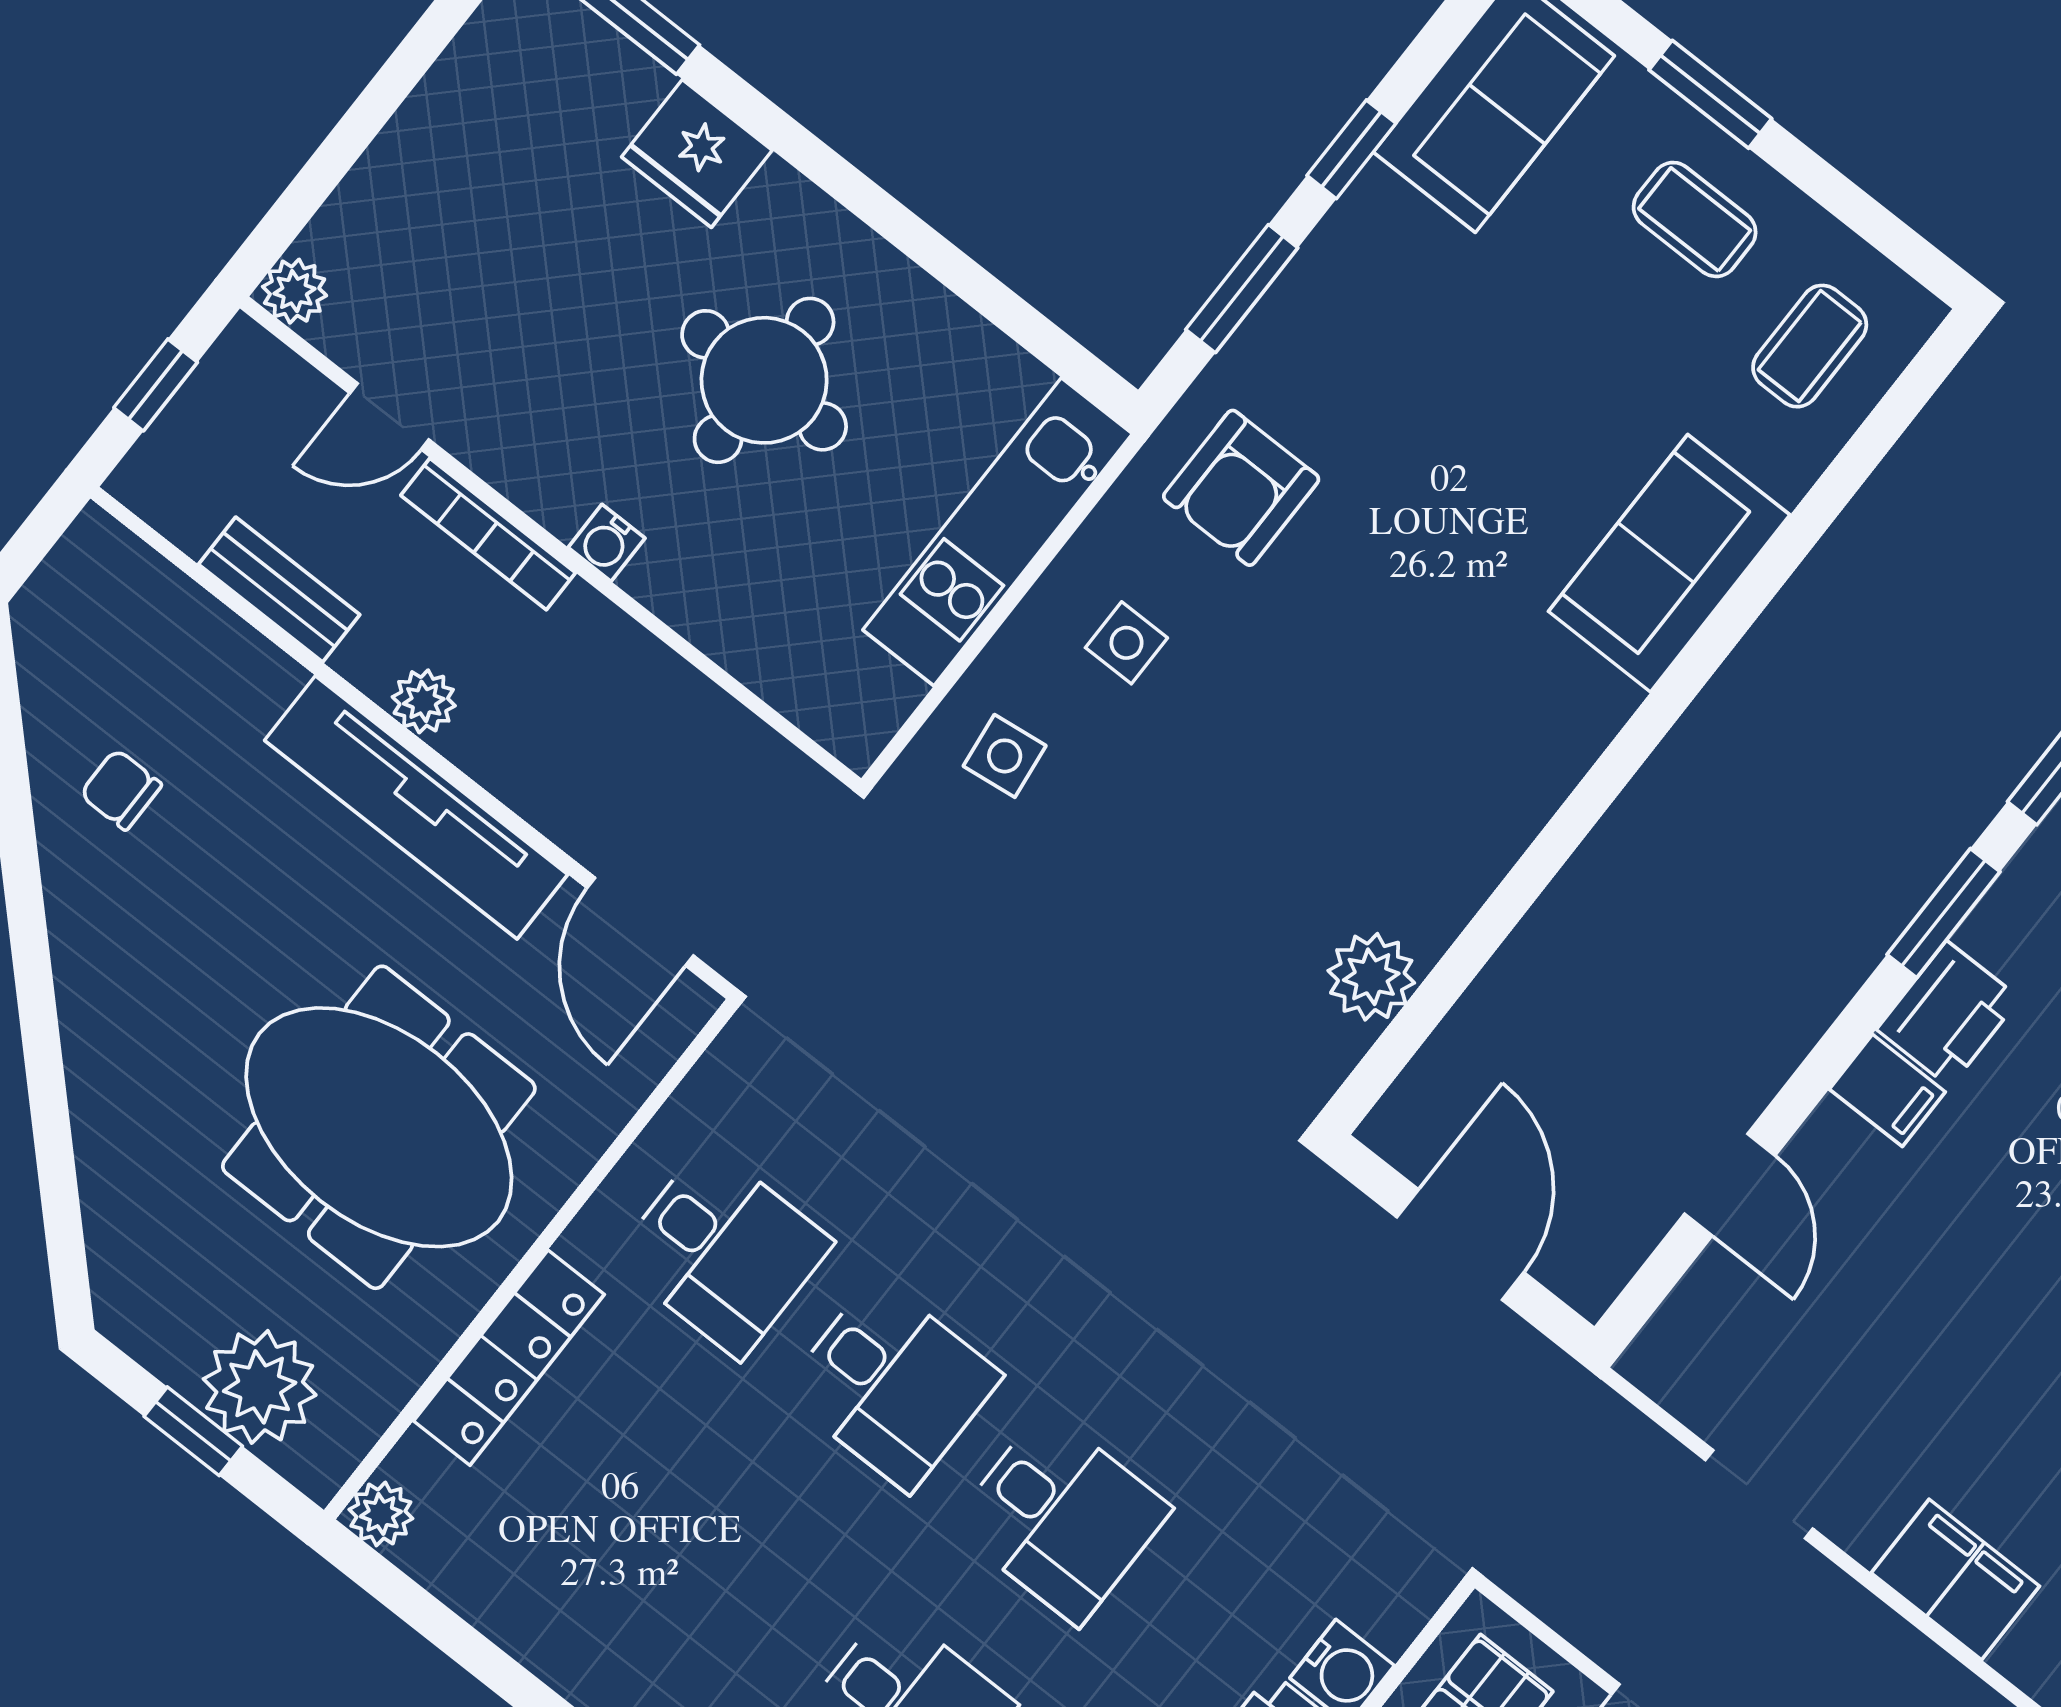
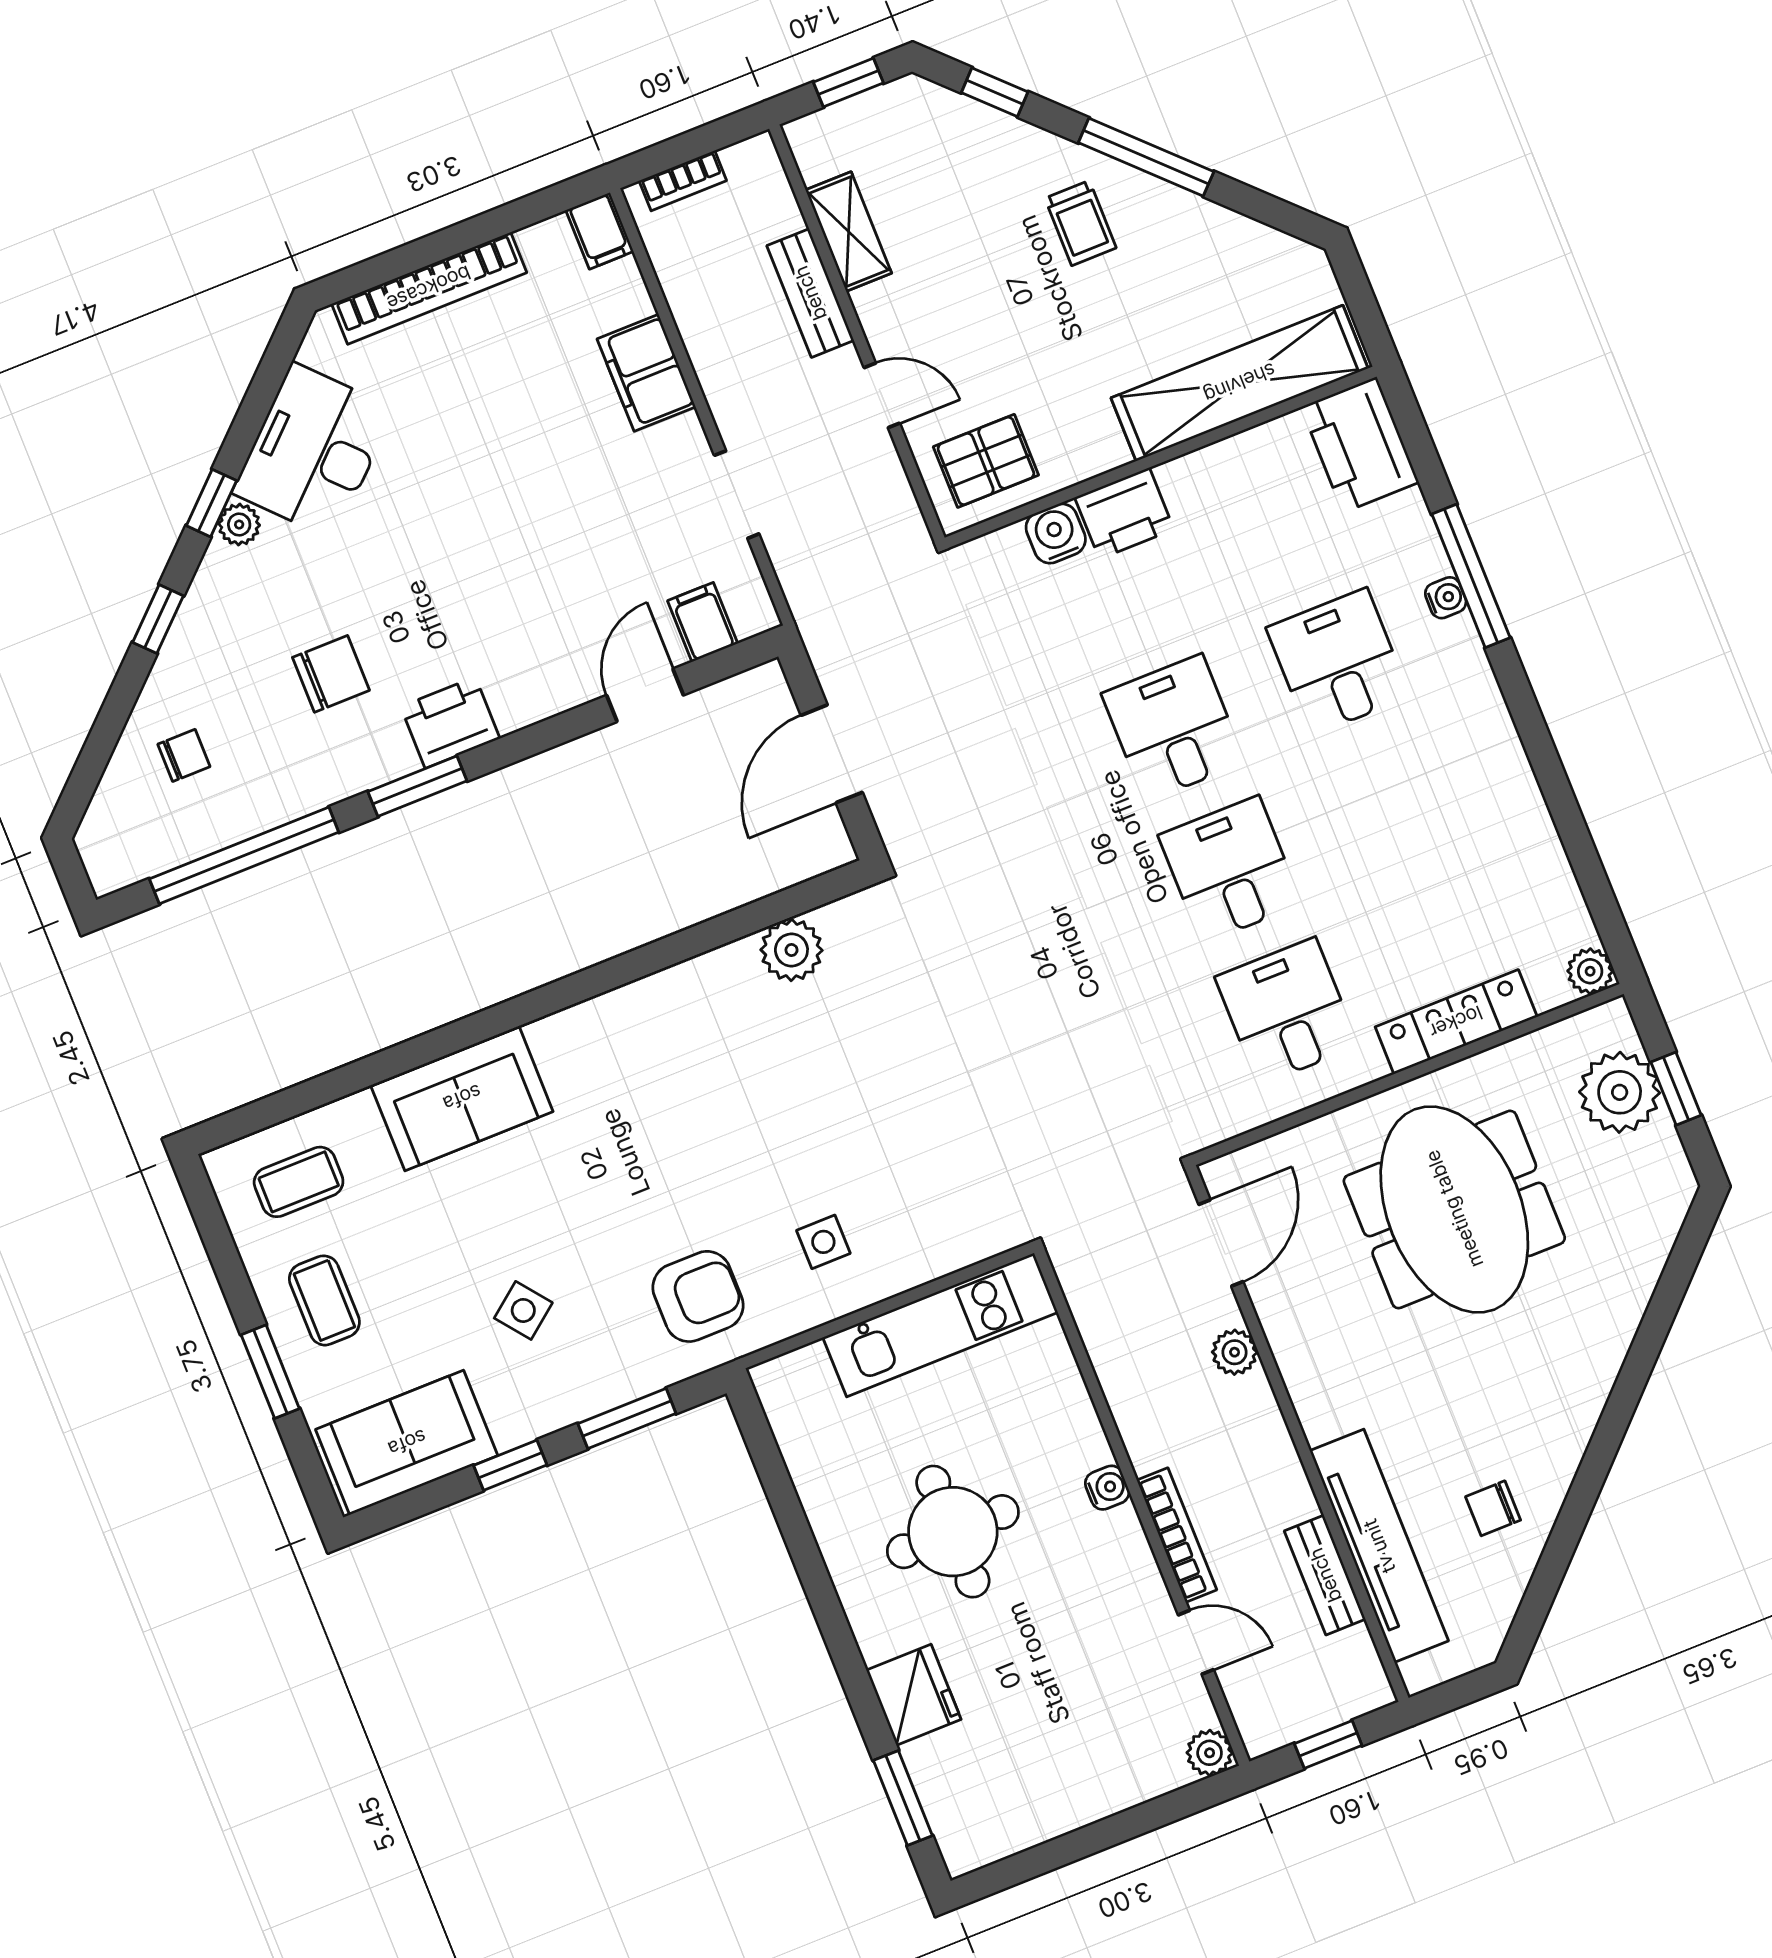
kitchen unit: (998, 532) -> (940, 1325), moved
plant: (424, 701) -> (1235, 1352), moved
side table: (1005, 756) -> (523, 1310), moved, turned -31
chair: (121, 790) -> (1493, 1508), turned 90
tv unit: (416, 807) -> (1379, 1546), moved
filing cabinet: (1887, 1090) -> (703, 622), moved

